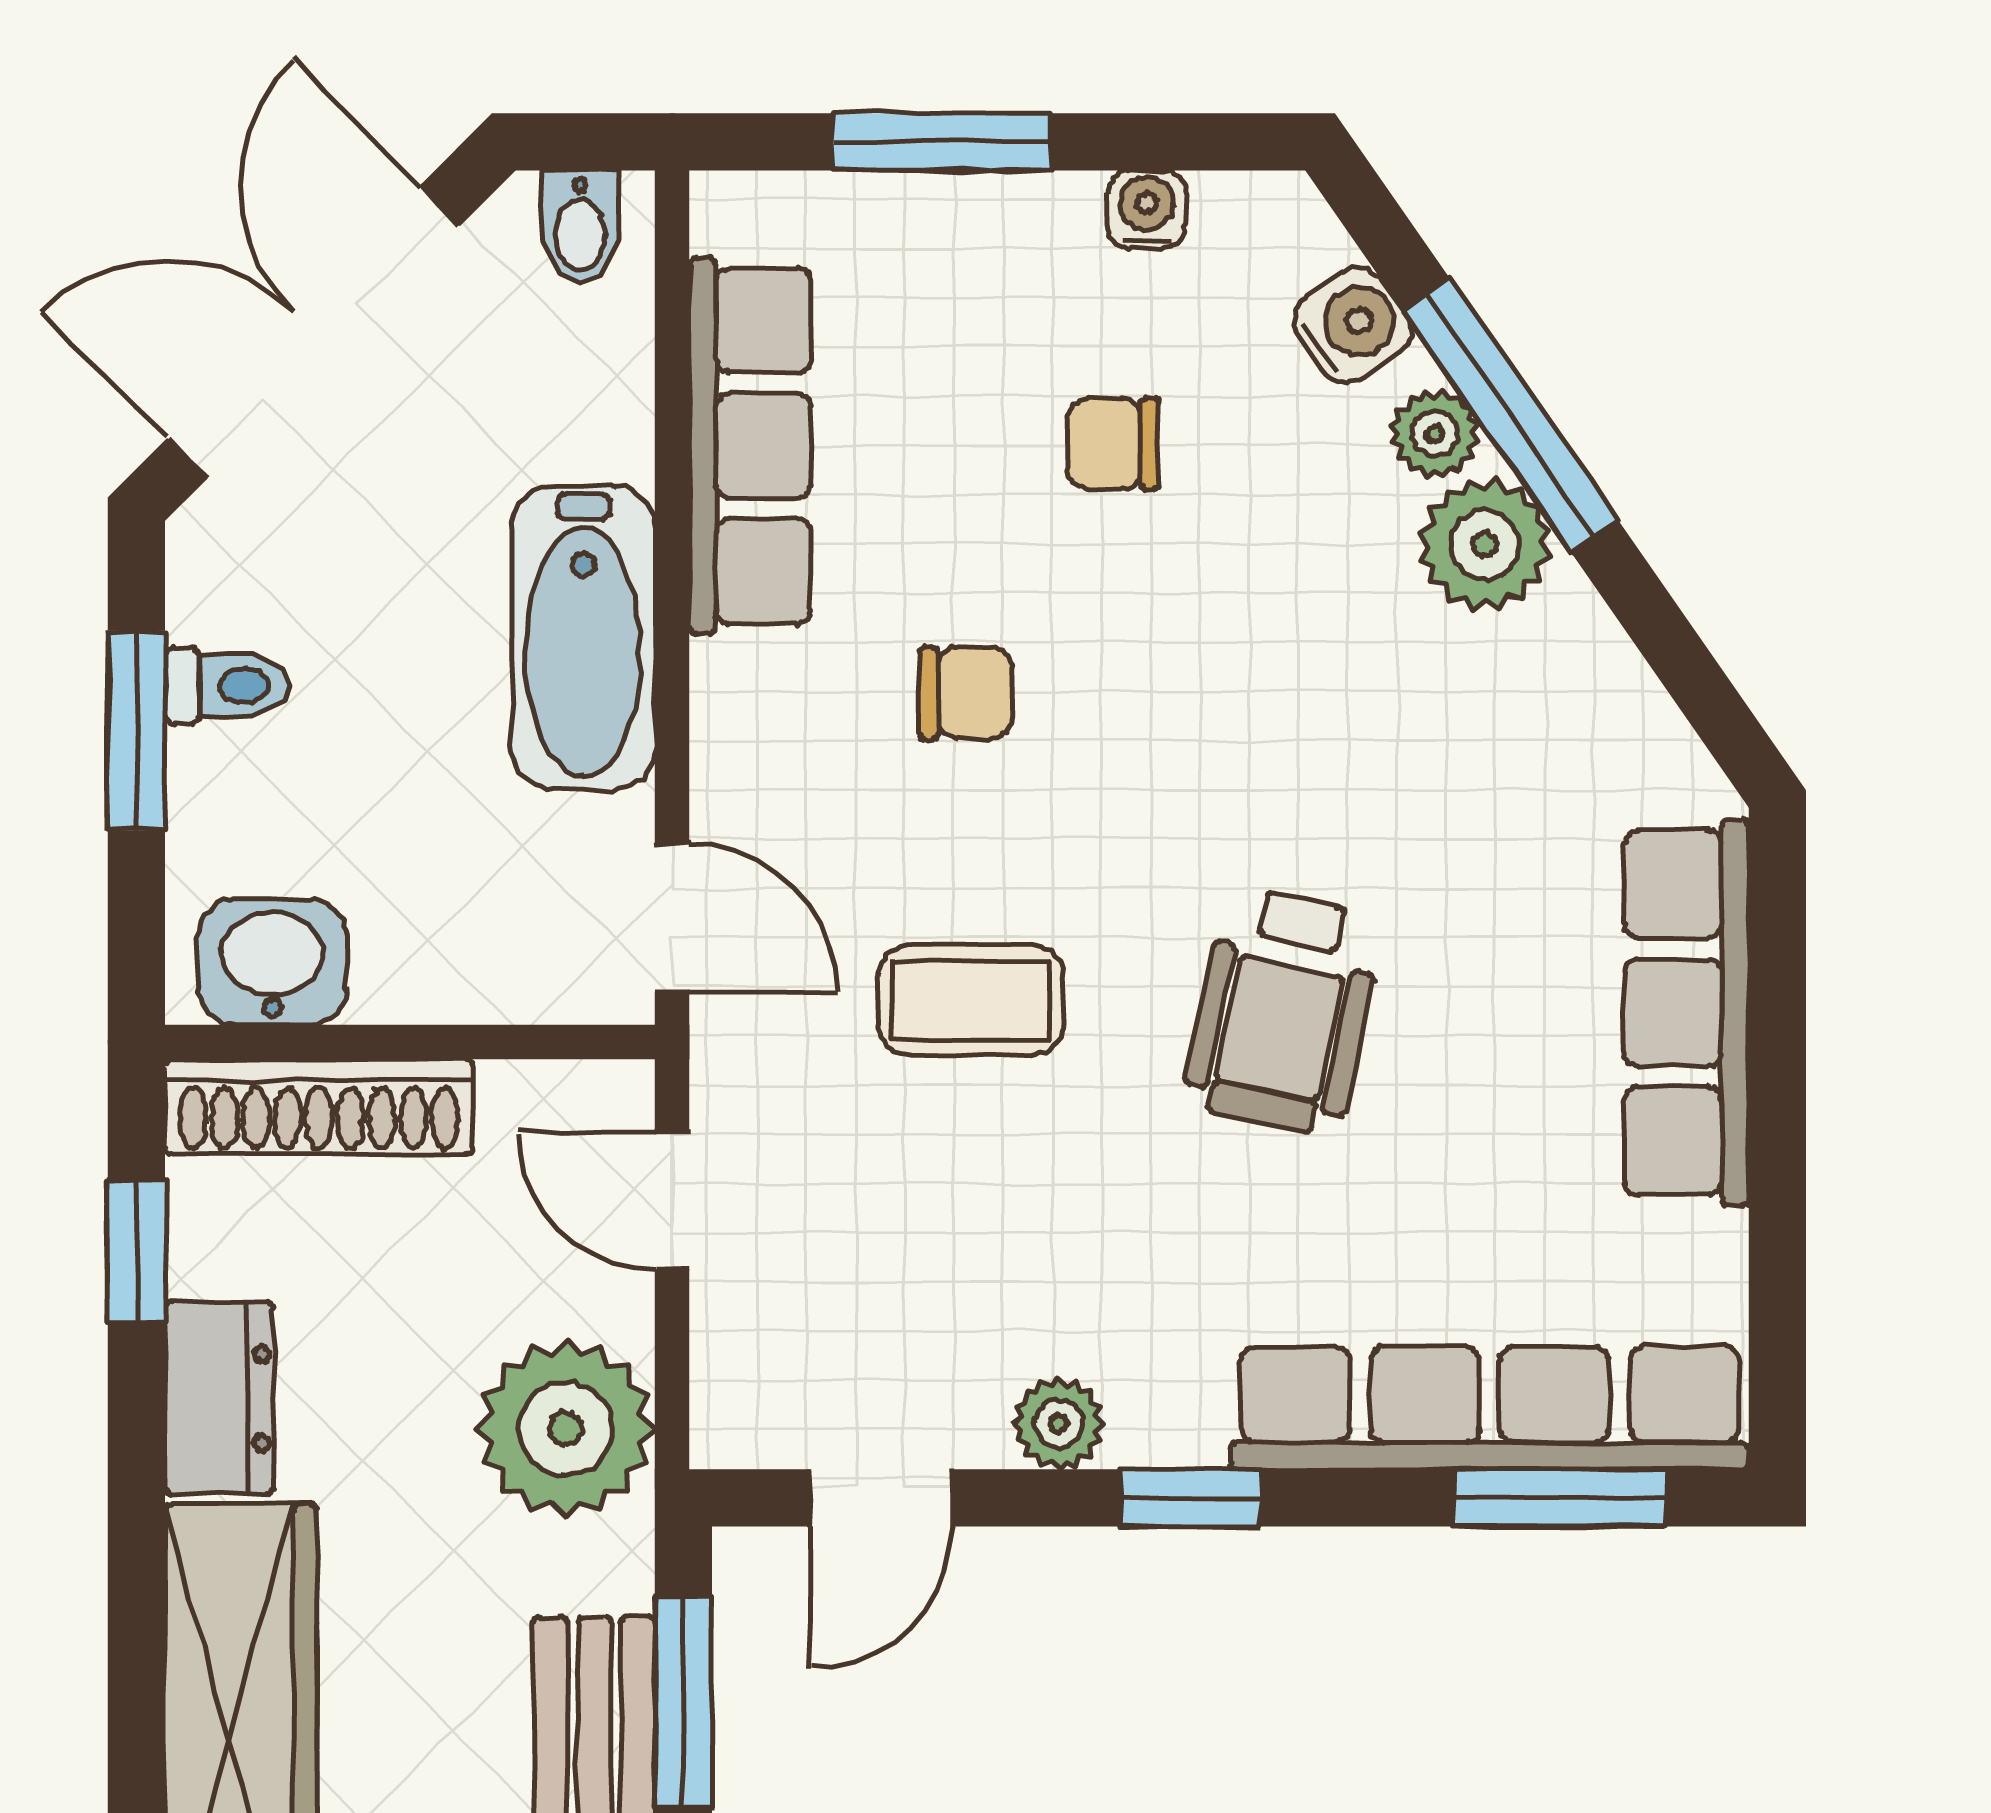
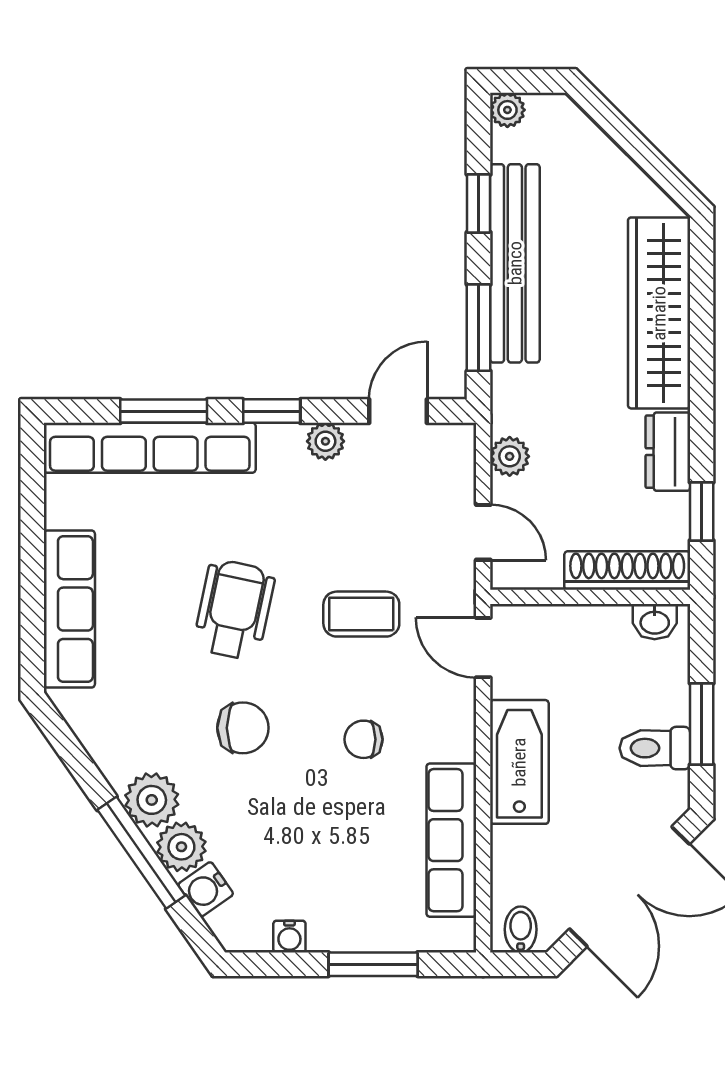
plant: (1435, 434) -> (181, 847), width x1.38, depth x1.38
chair: (1113, 444) -> (243, 728), moved, width x1.37, depth x1.37
toilet: (227, 686) -> (655, 748), width x1.37, depth x1.39
washbasin: (272, 962) -> (655, 622), width x0.72, depth x0.69
plant: (565, 1429) -> (510, 456), width x0.53, depth x0.53
window: (1560, 1498) -> (164, 411), moved

